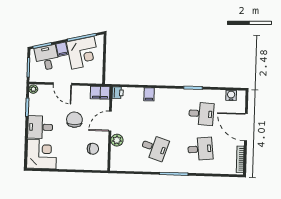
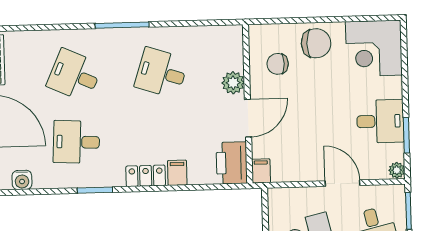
filing cabinet: (100, 93) -> (261, 171), width x0.50
printer: (118, 93) -> (232, 163), width x1.87, depth x1.48
locker: (166, 94) -> (146, 176), added
chair: (74, 120) -> (316, 43), moved, turned -90
desk: (40, 127) -> (380, 121), moved
desk: (200, 149) -> (75, 75), turned 30

